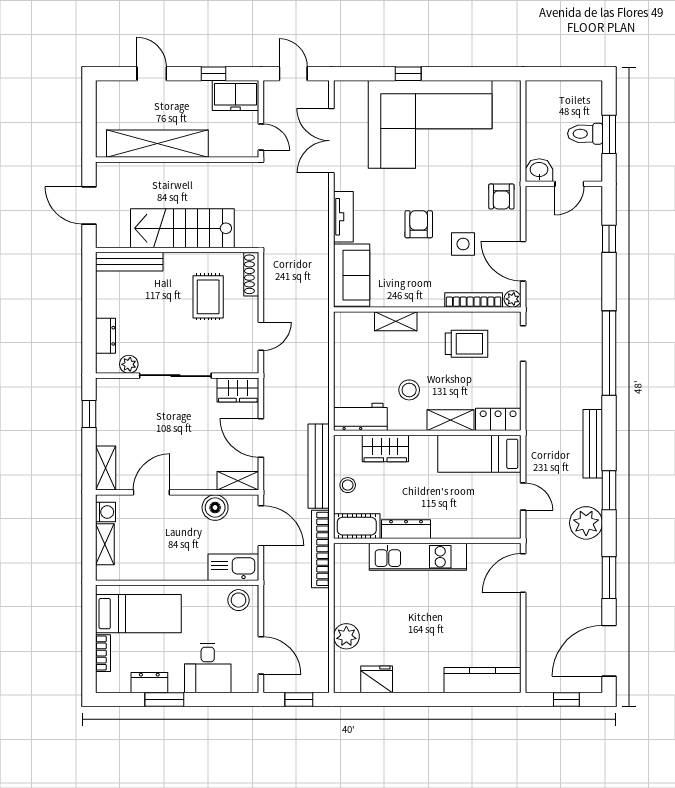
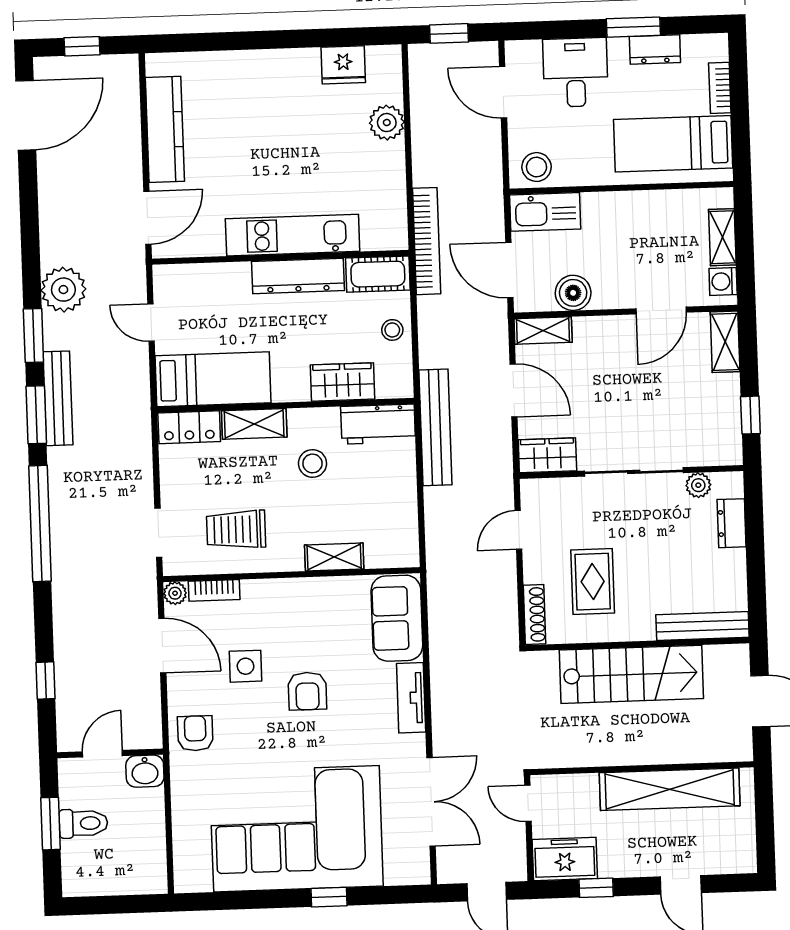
bookcase: (474, 300) -> (214, 590), width x0.64
bench: (319, 466) -> (435, 427), moved
dresser: (406, 529) -> (298, 276), width x1.37, depth x1.24
window: (609, 578) -> (36, 415), moved
kitchen counter: (483, 680) -> (165, 129), moved, turned -90

